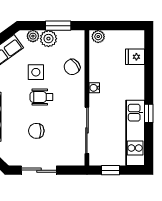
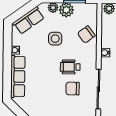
wheelchair: (42, 97) -> (70, 67), moved
chair: (36, 131) -> (73, 89), moved

